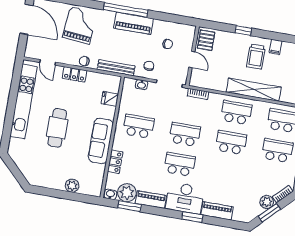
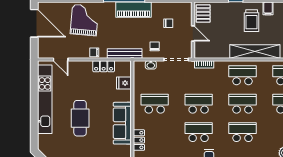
locker: (75, 74) -> (104, 66), moved
school desk: (226, 172) -> (243, 132), added

